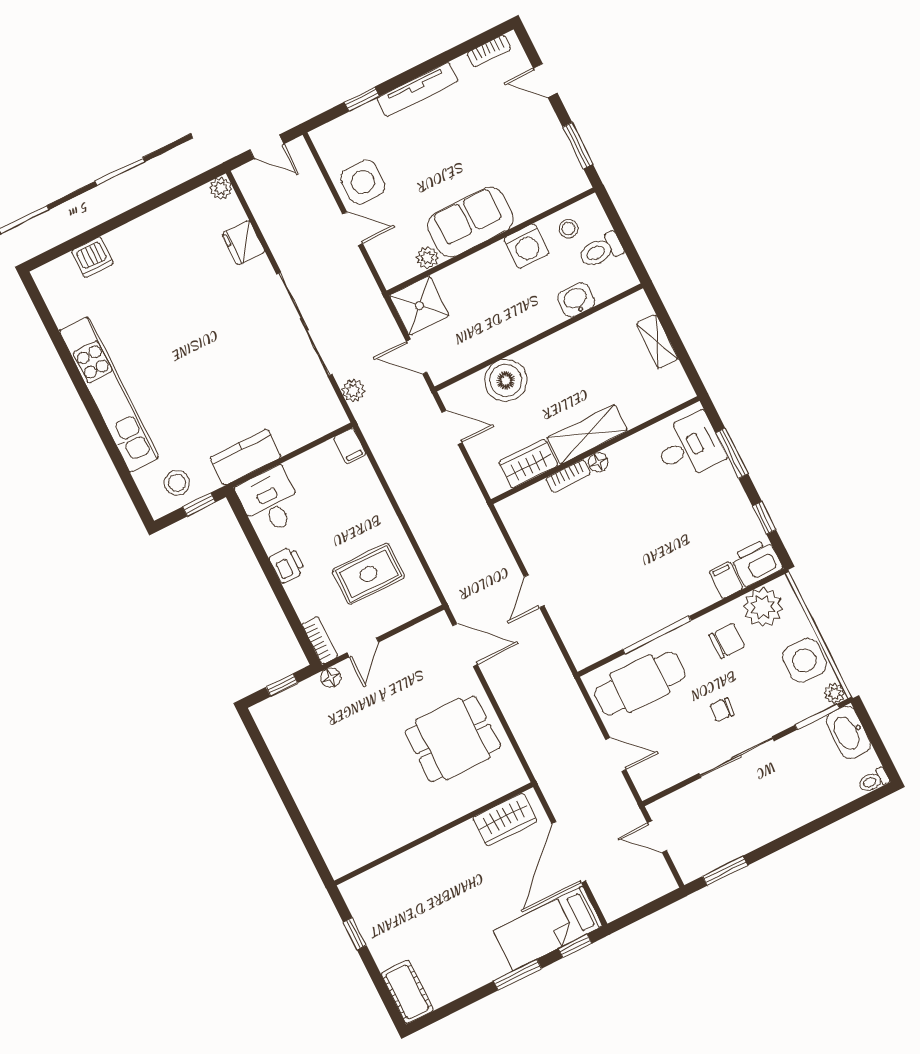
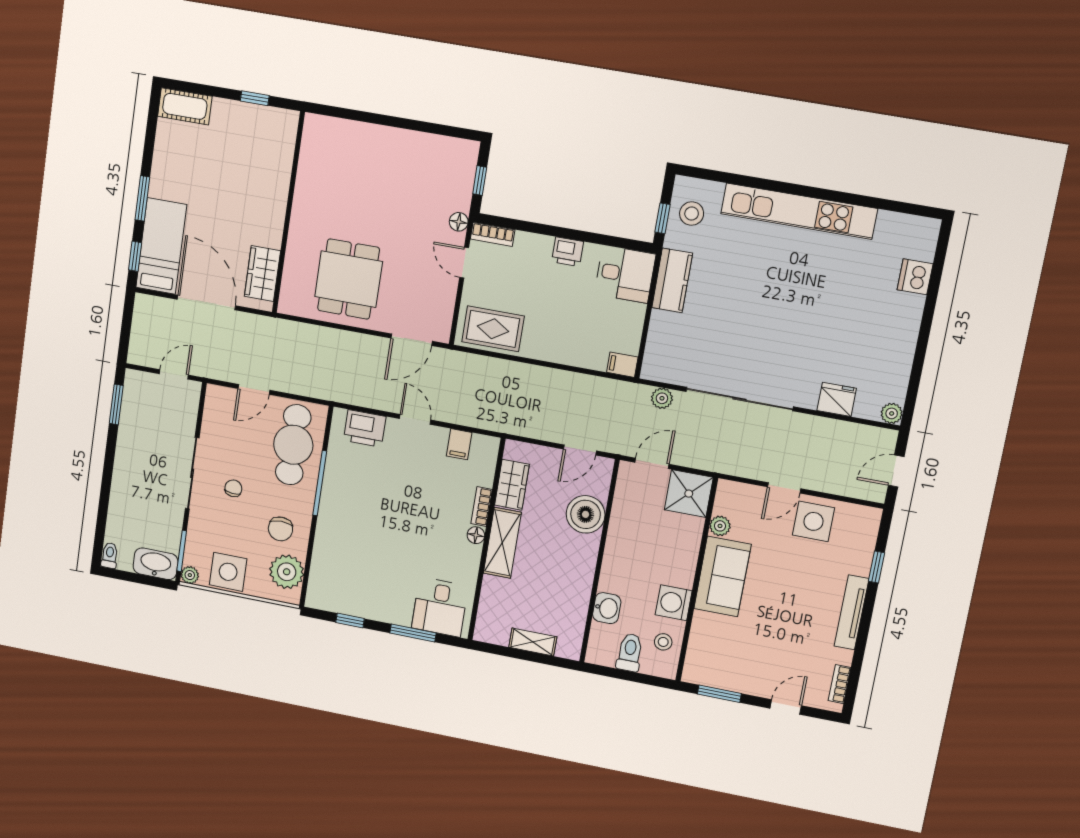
printer: (756, 562) -> (365, 428), moved, turned 90
rug: (368, 574) -> (493, 329), moved, turned 90
filing cabinet: (726, 580) -> (459, 444), moved, turned 90

